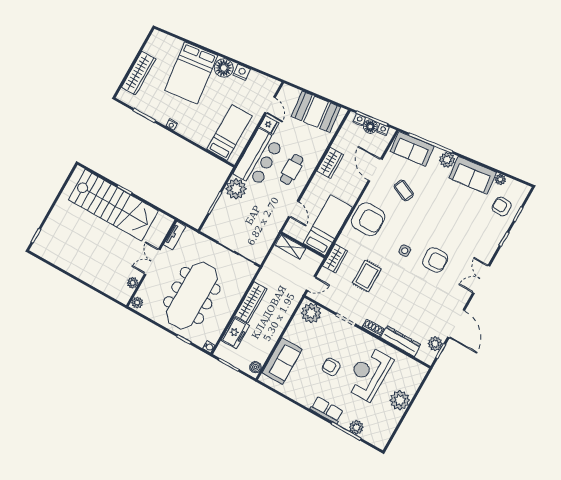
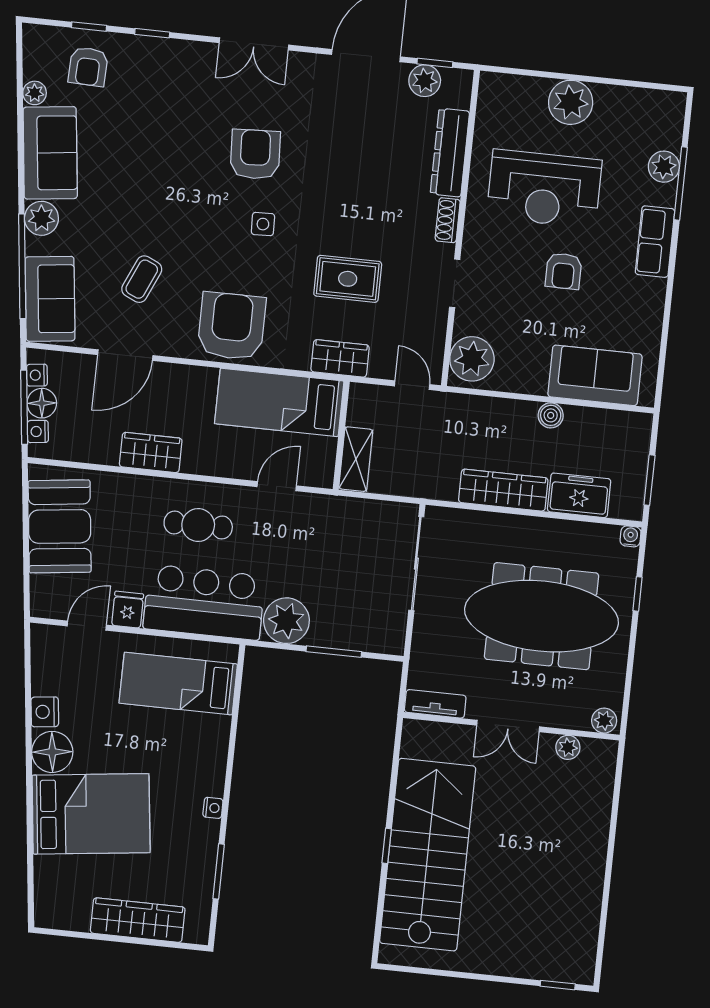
boiler: (256, 367) -> (551, 415), moved

